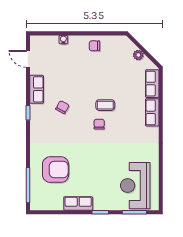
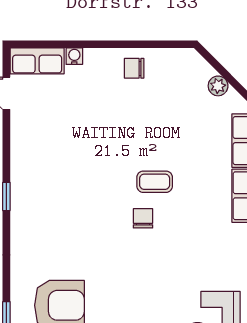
row of seats: (37, 89) -> (37, 61), moved, turned 90
chair: (62, 107) -> (73, 186), removed

